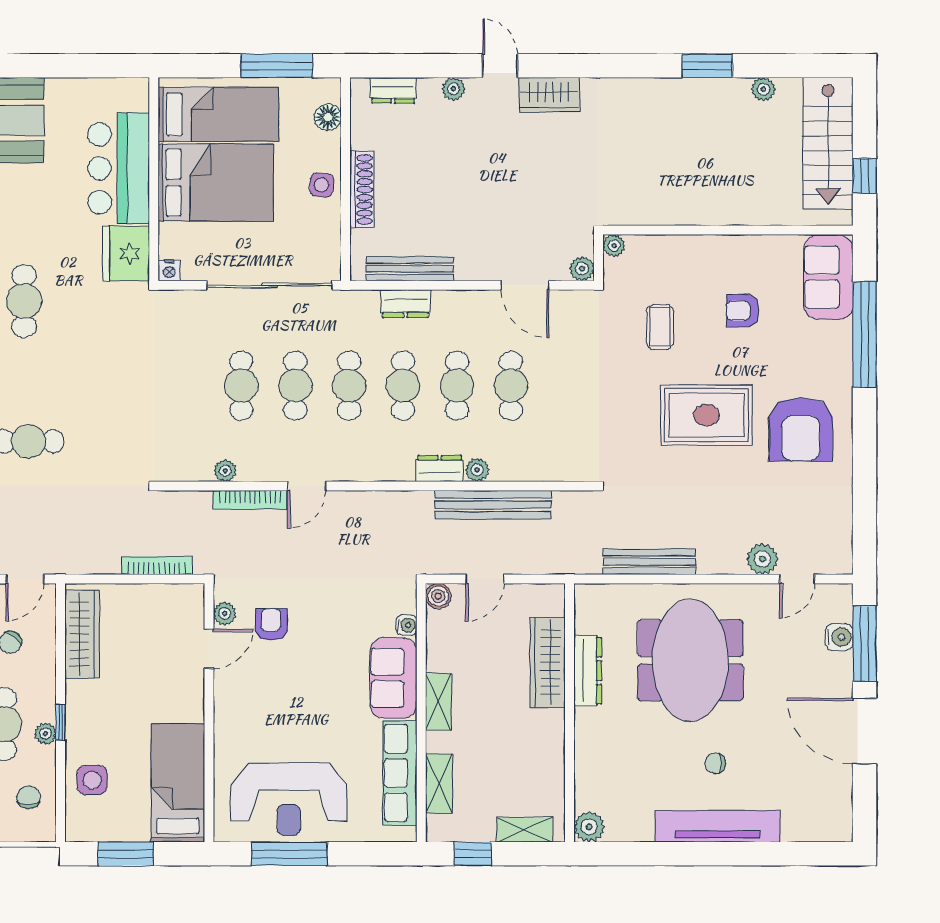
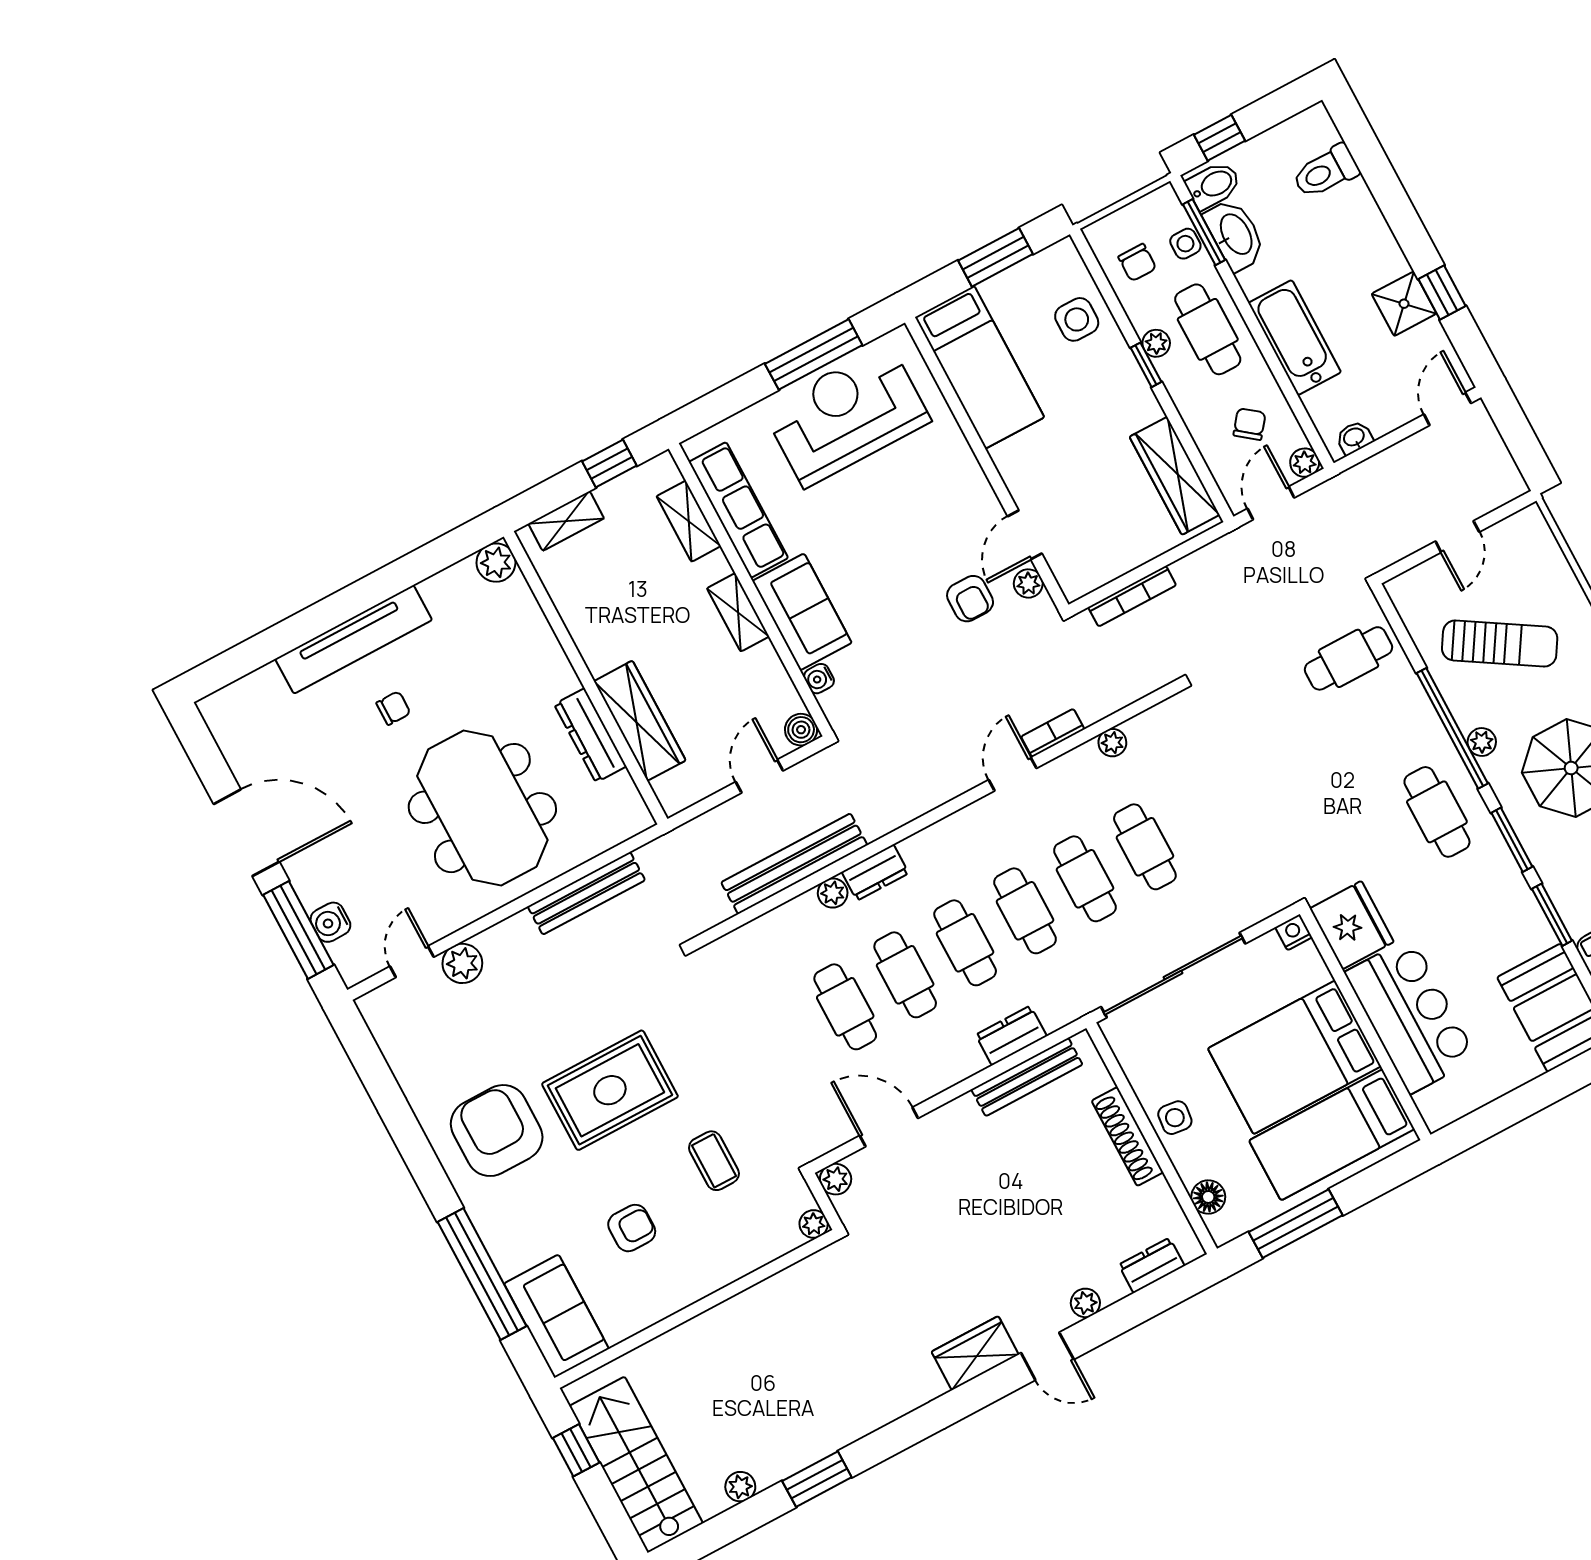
bookcase: (250, 500) -> (1053, 733), width x0.64

